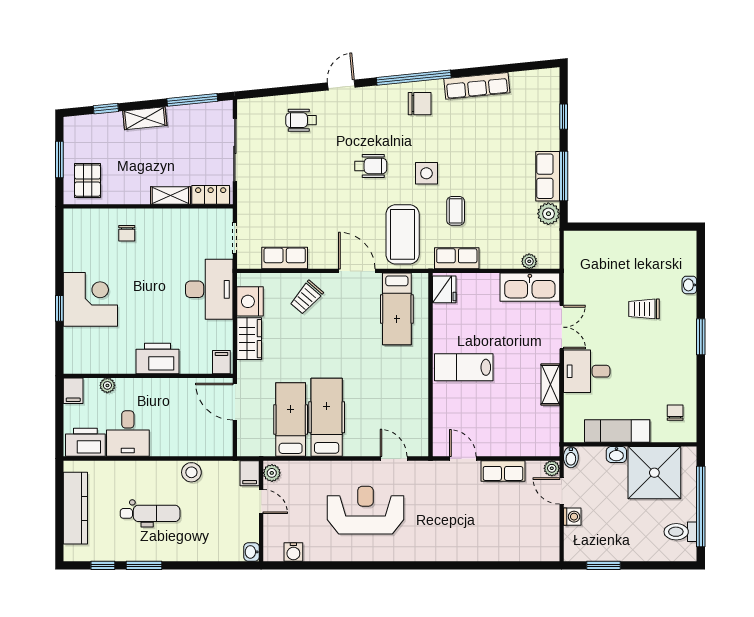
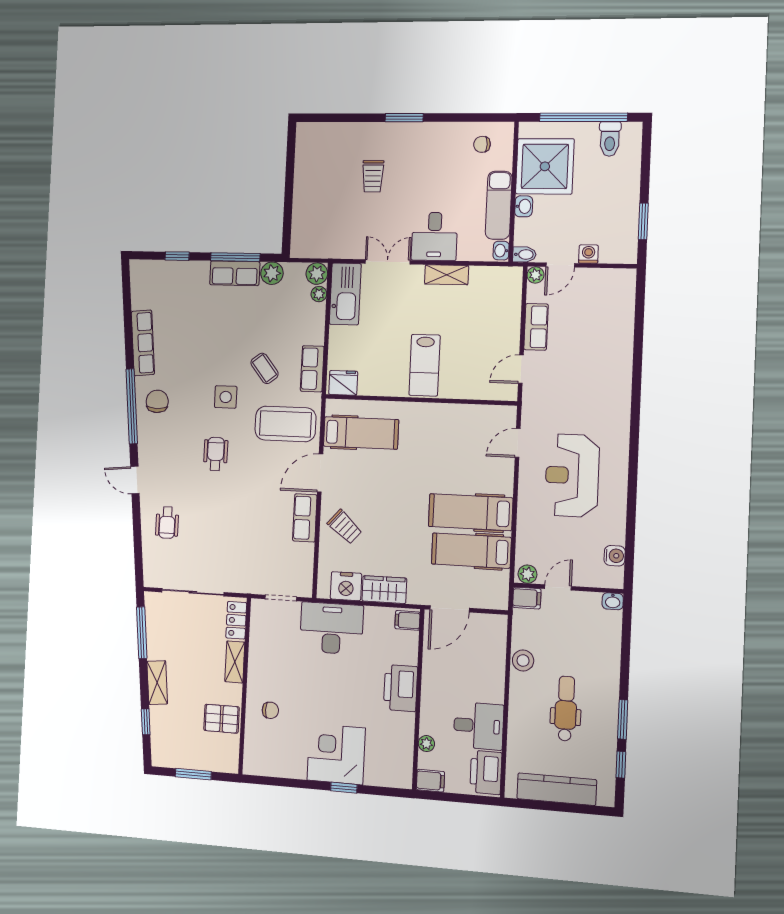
pallet: (87, 181) -> (222, 719), moved
coffee table: (456, 211) -> (265, 368), turned 52
row of seats: (285, 258) -> (305, 518), moved
plant: (549, 258) -> (317, 274), added
washbasin: (689, 285) -> (501, 251), moved, turned 90

